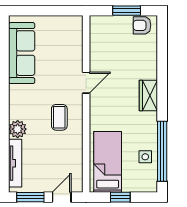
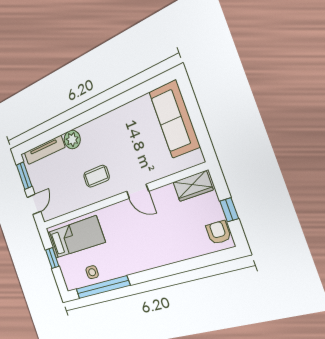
window: (127, 11) -> (229, 210), width x0.67
sofa: (22, 53) -> (174, 119), moved, turned 90
wardrobe: (148, 95) -> (193, 186), moved, turned 180
door: (62, 197) -> (34, 204), hinge flipped

